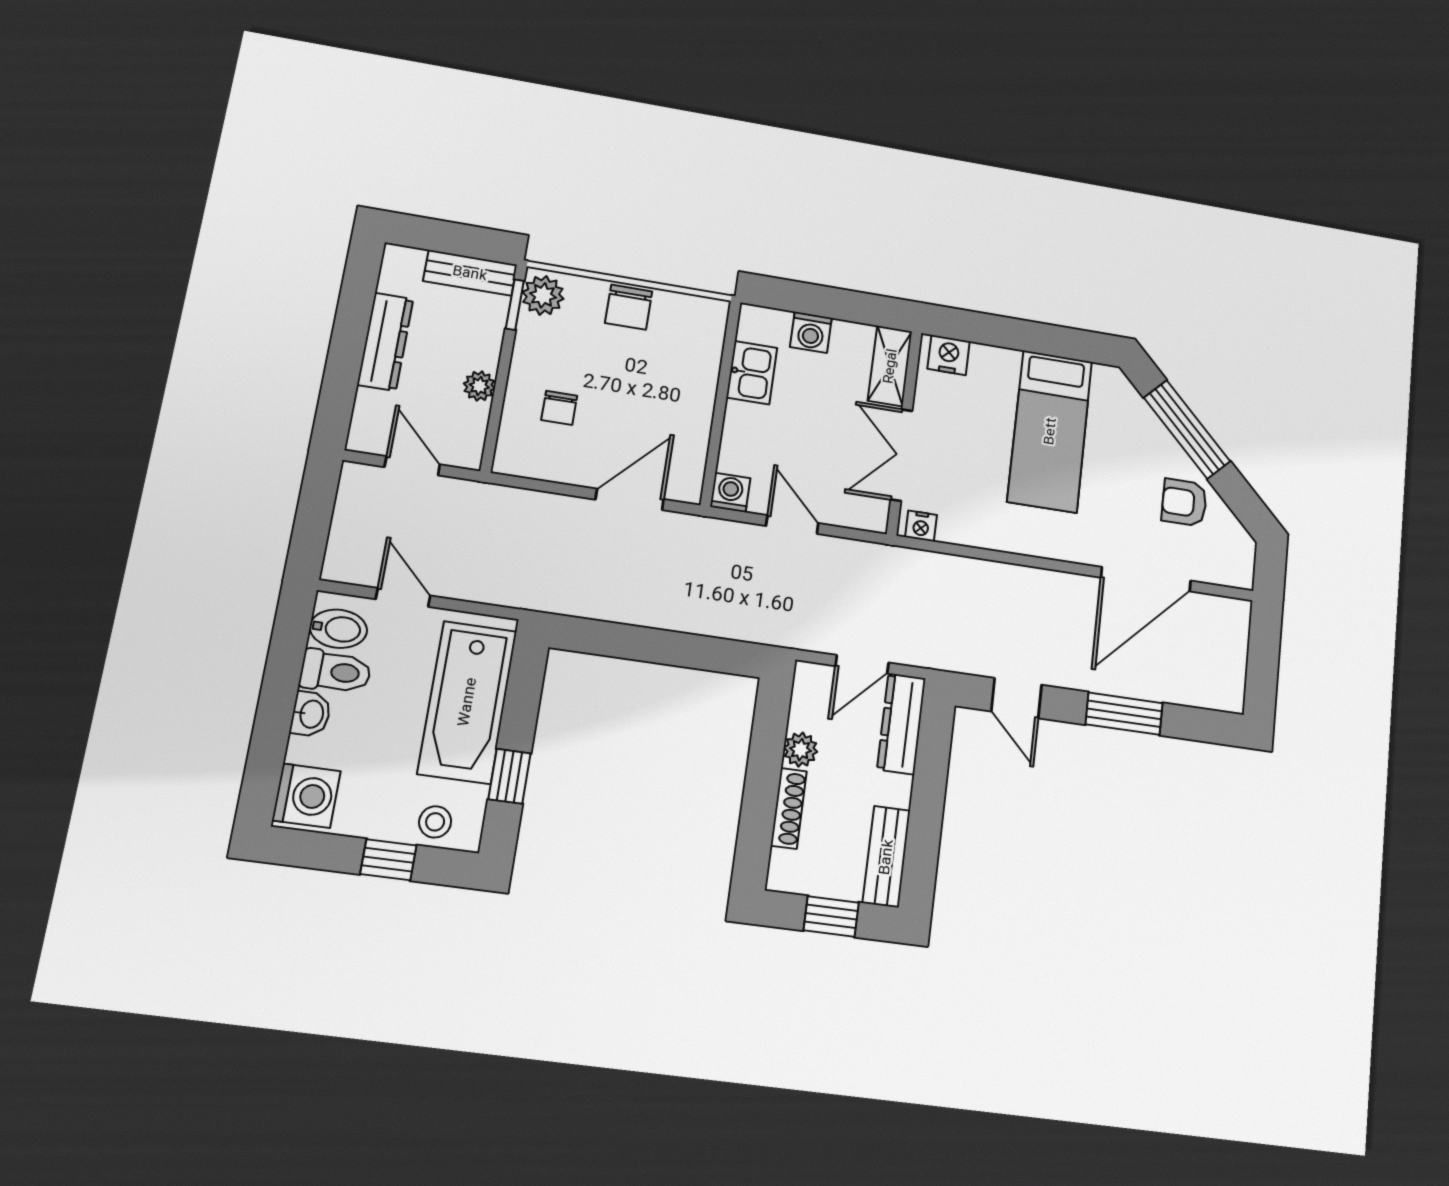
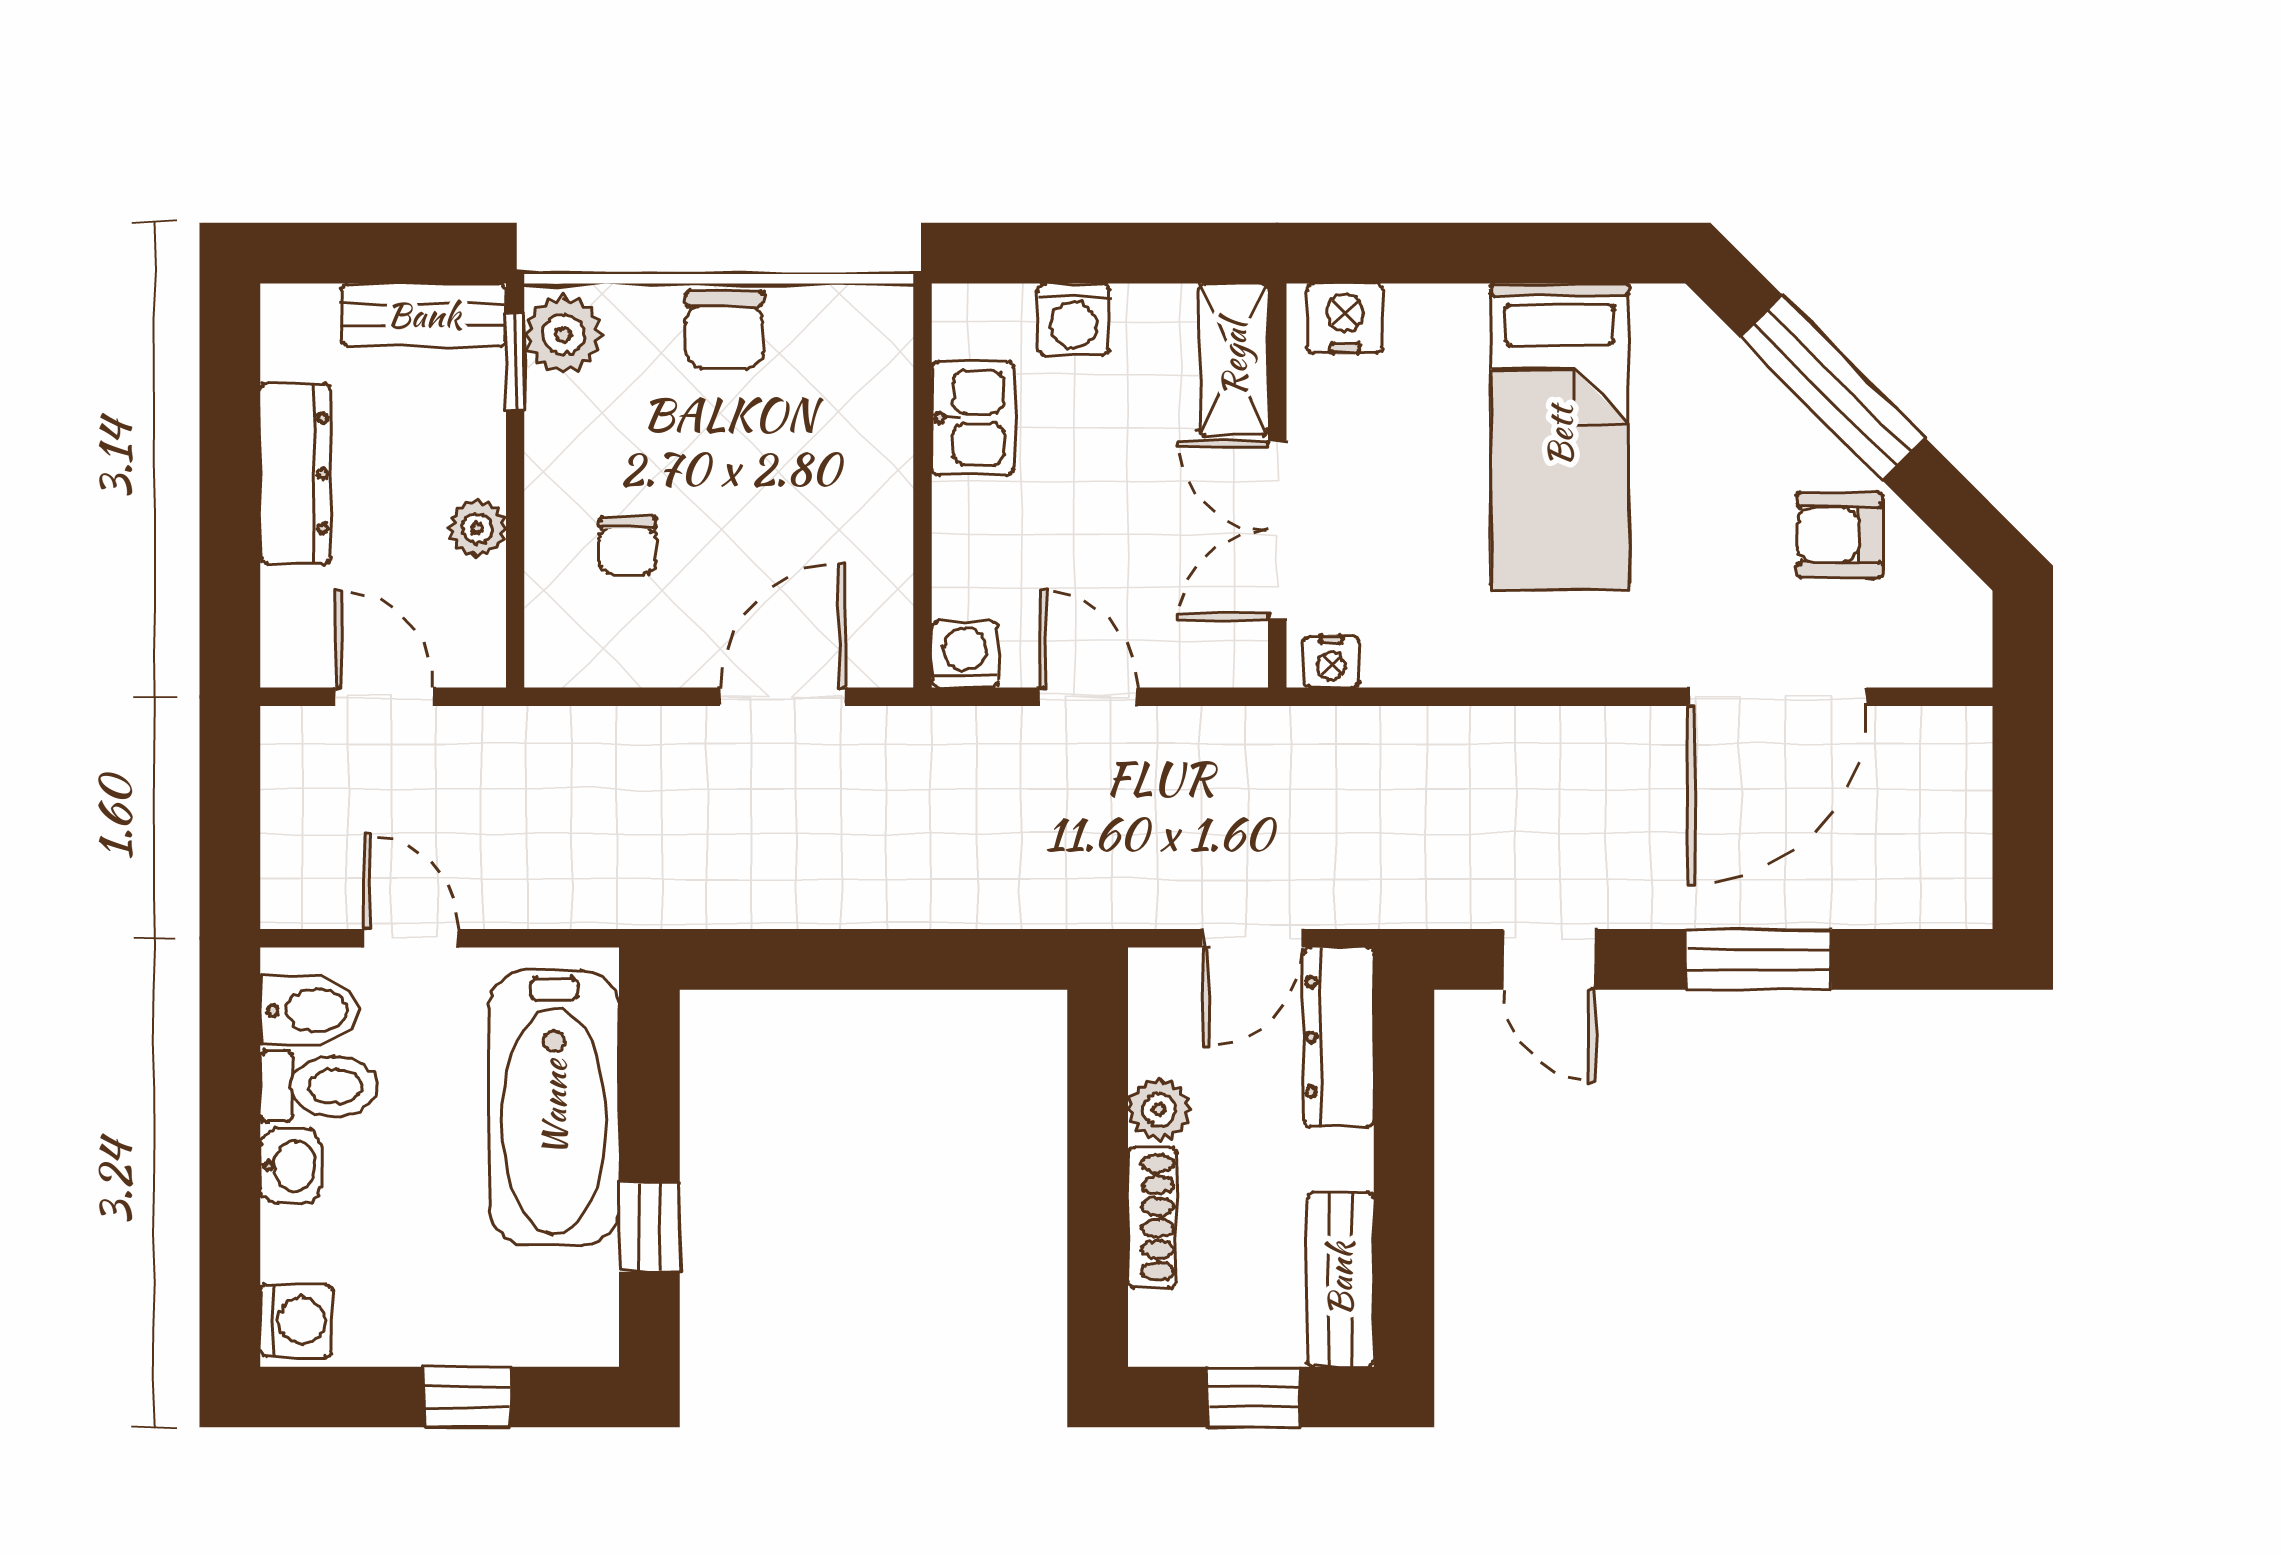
washing machine: (306, 796) -> (296, 1320), width x0.73, depth x0.73
stool: (435, 822) -> (535, 1323), removed

